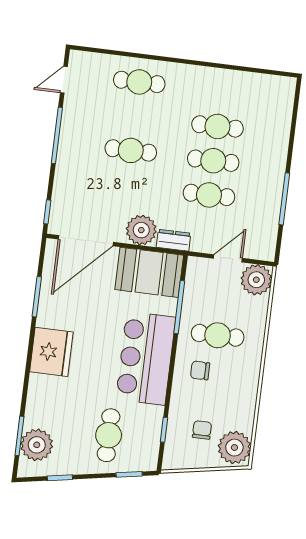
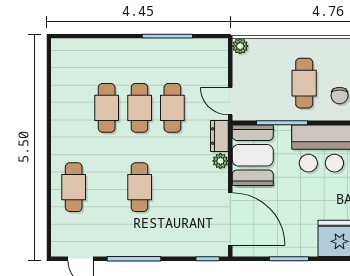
plant: (141, 230) -> (220, 161), width x0.53, depth x0.53
door: (228, 258) -> (230, 101), moved
plant: (256, 280) -> (240, 46), width x0.53, depth x0.53

